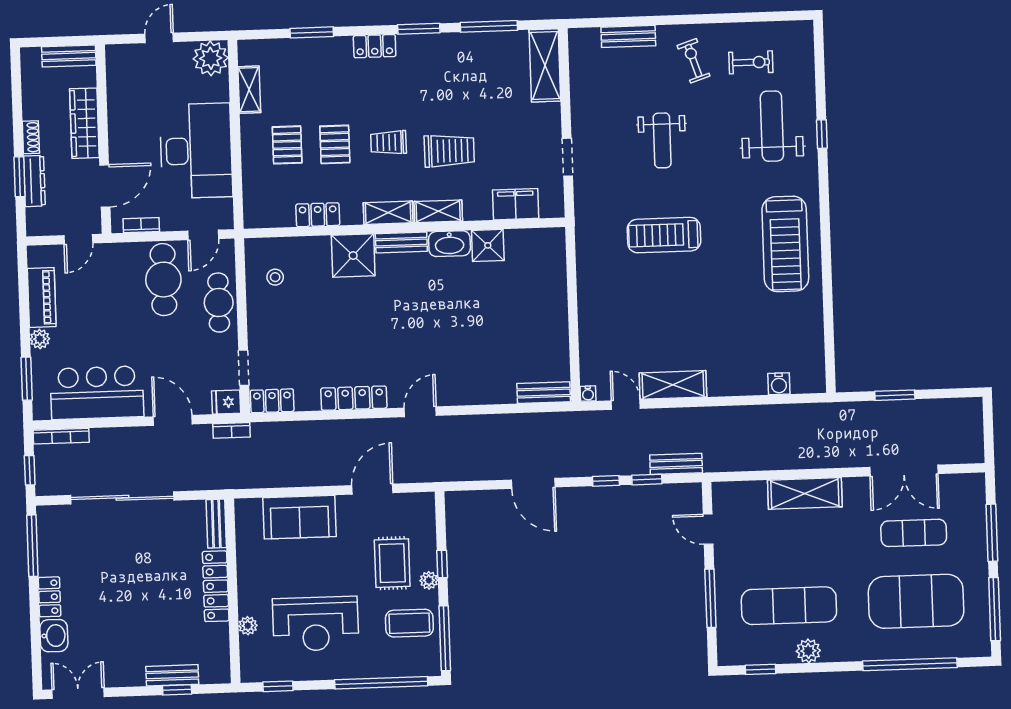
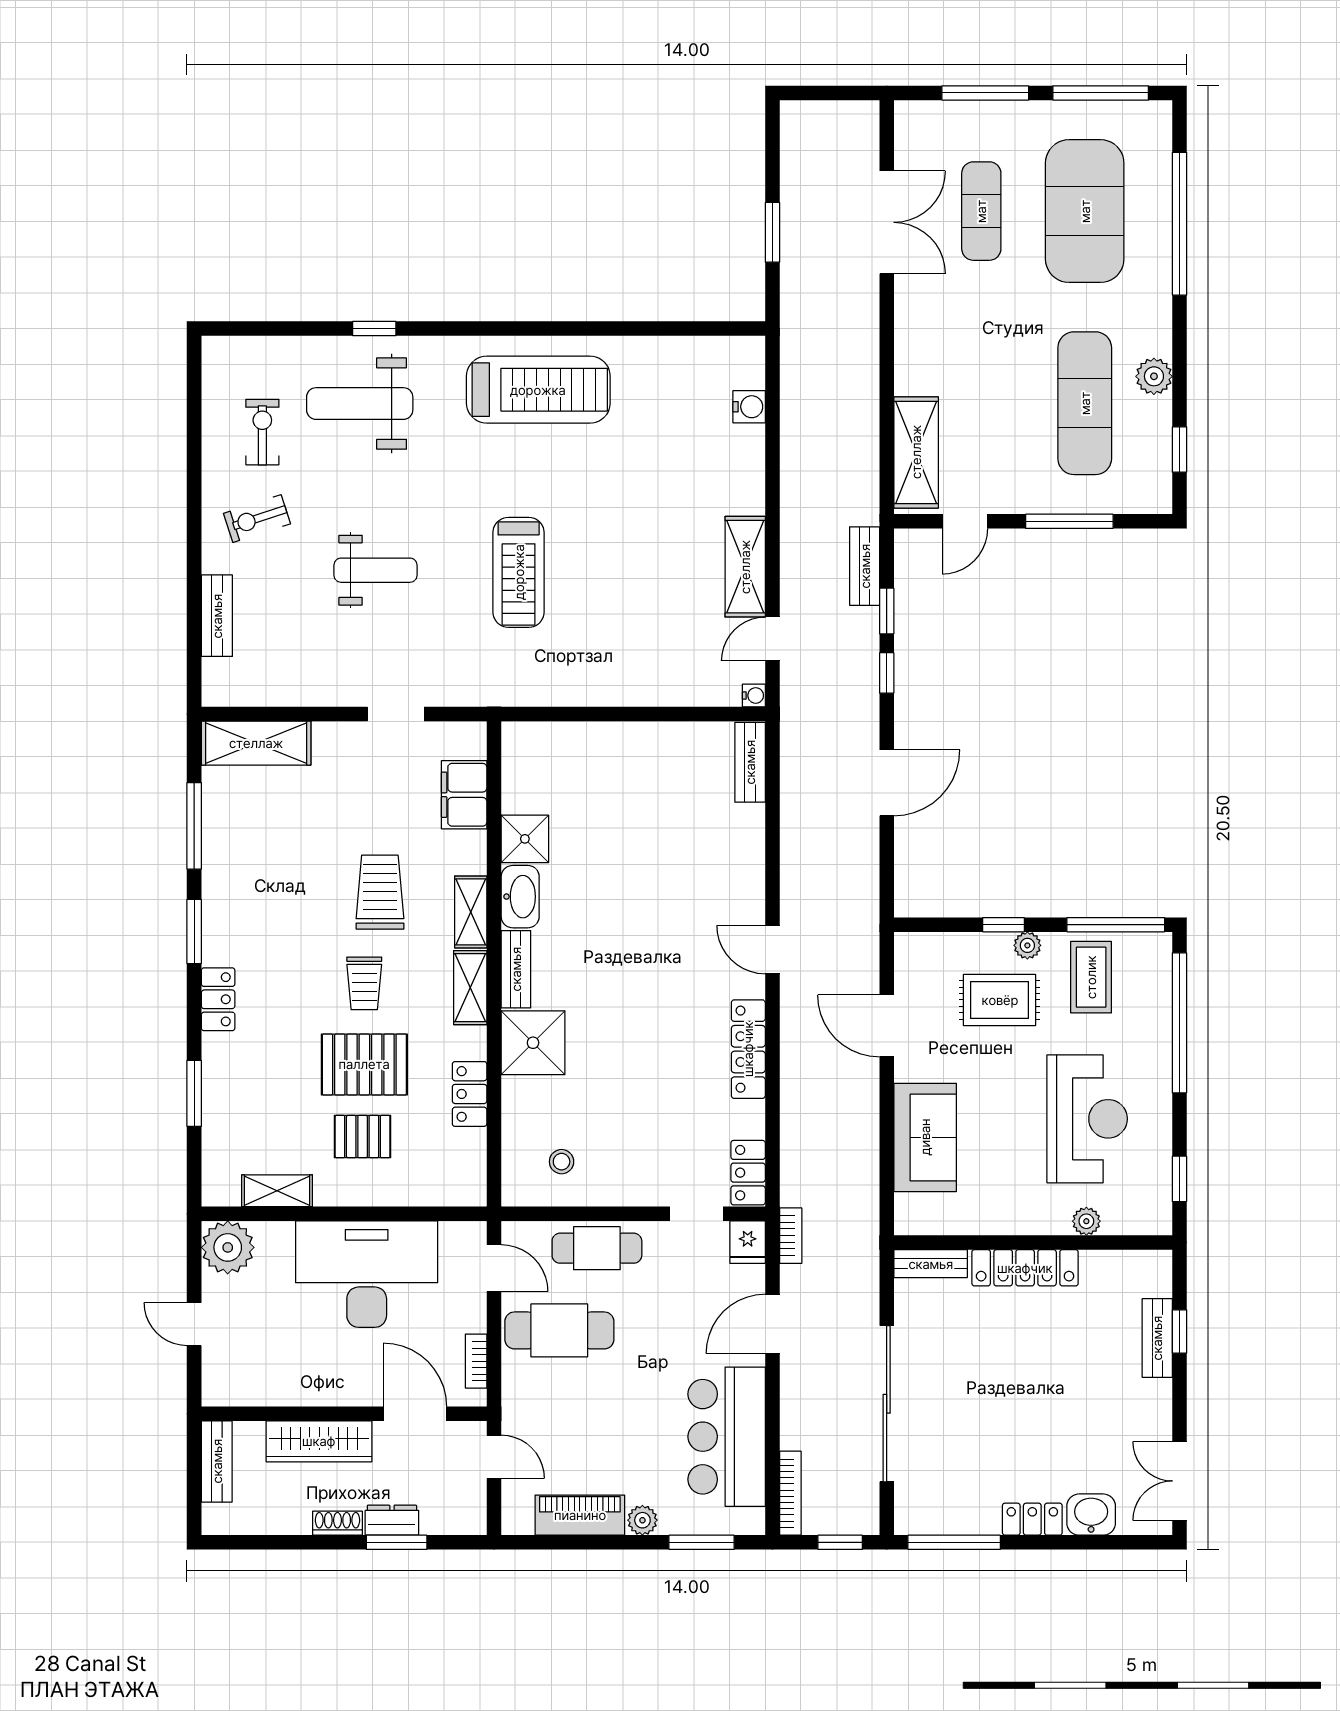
pallet: (335, 144) -> (364, 1064), width x1.50, depth x1.42
dresser: (34, 181) -> (392, 1520), width x0.70
shelving: (805, 493) -> (916, 452), moved

